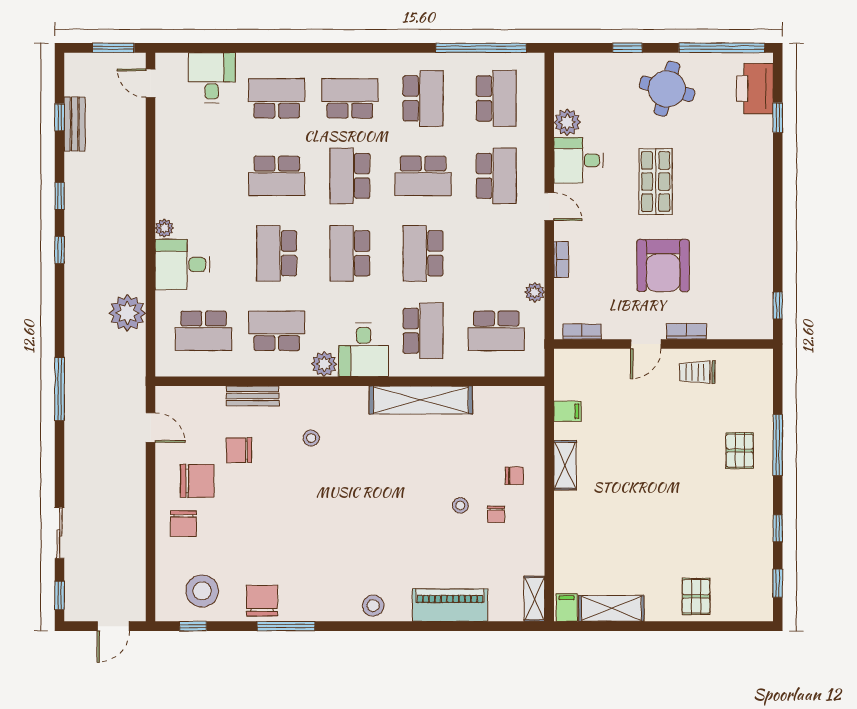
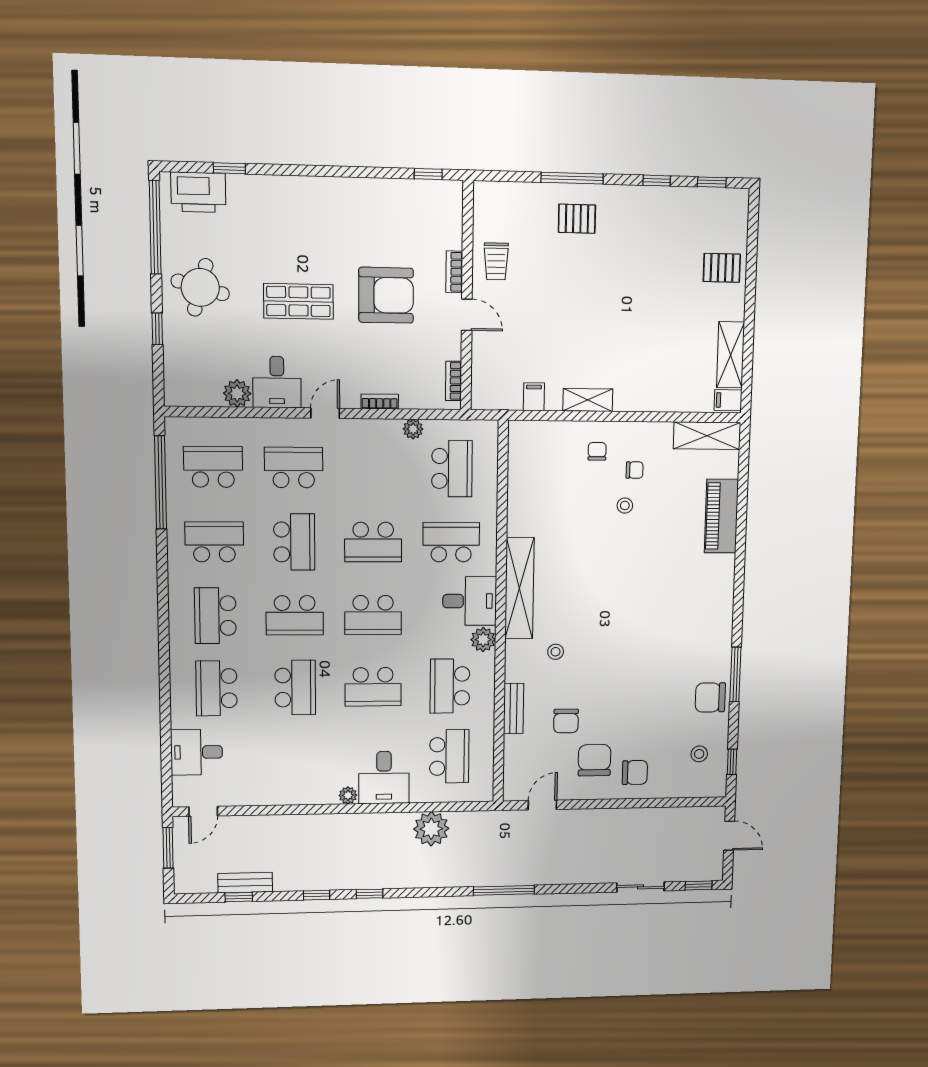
shelving: (421, 400) -> (519, 588), moved
stool: (202, 591) -> (699, 754), width x0.53, depth x0.53
shelving: (534, 599) -> (707, 436), width x1.50, depth x1.33
stool: (373, 606) -> (719, 591), removed

